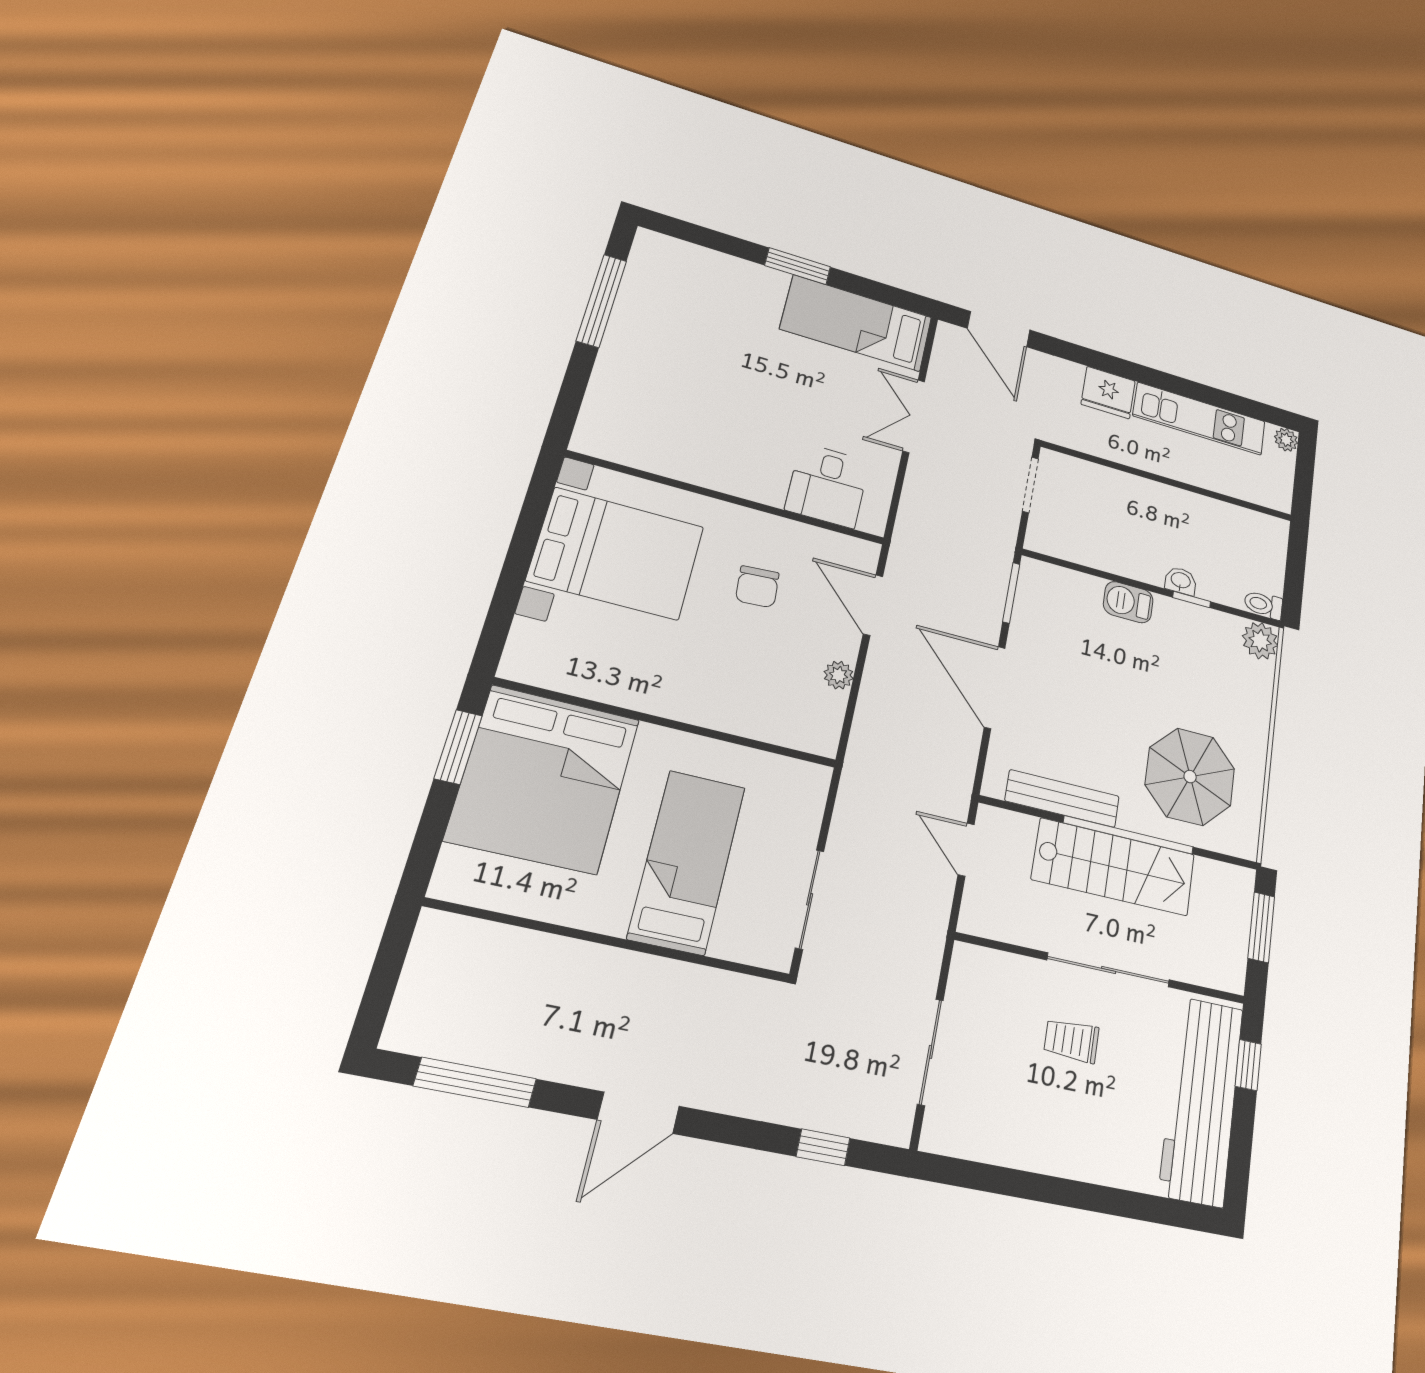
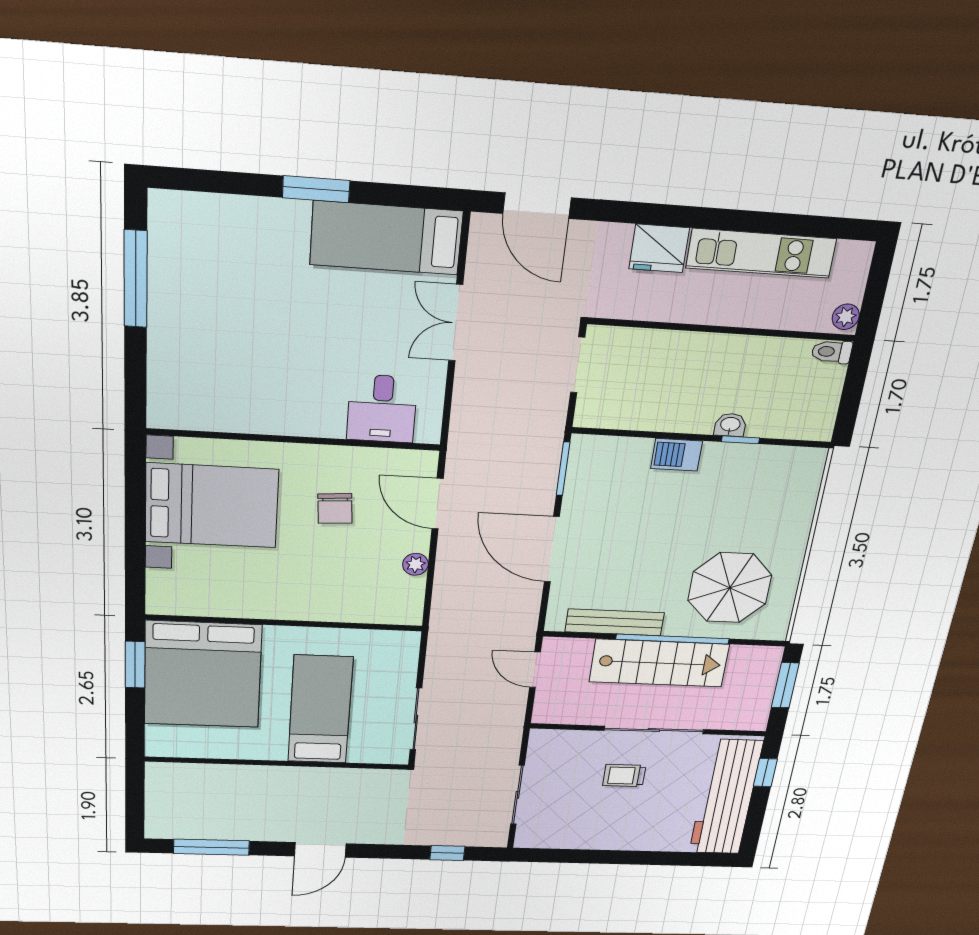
plant: (1286, 440) -> (846, 317), moved
toilet: (1263, 605) -> (832, 352), moved
plant: (1260, 641) -> (808, 464), removed

